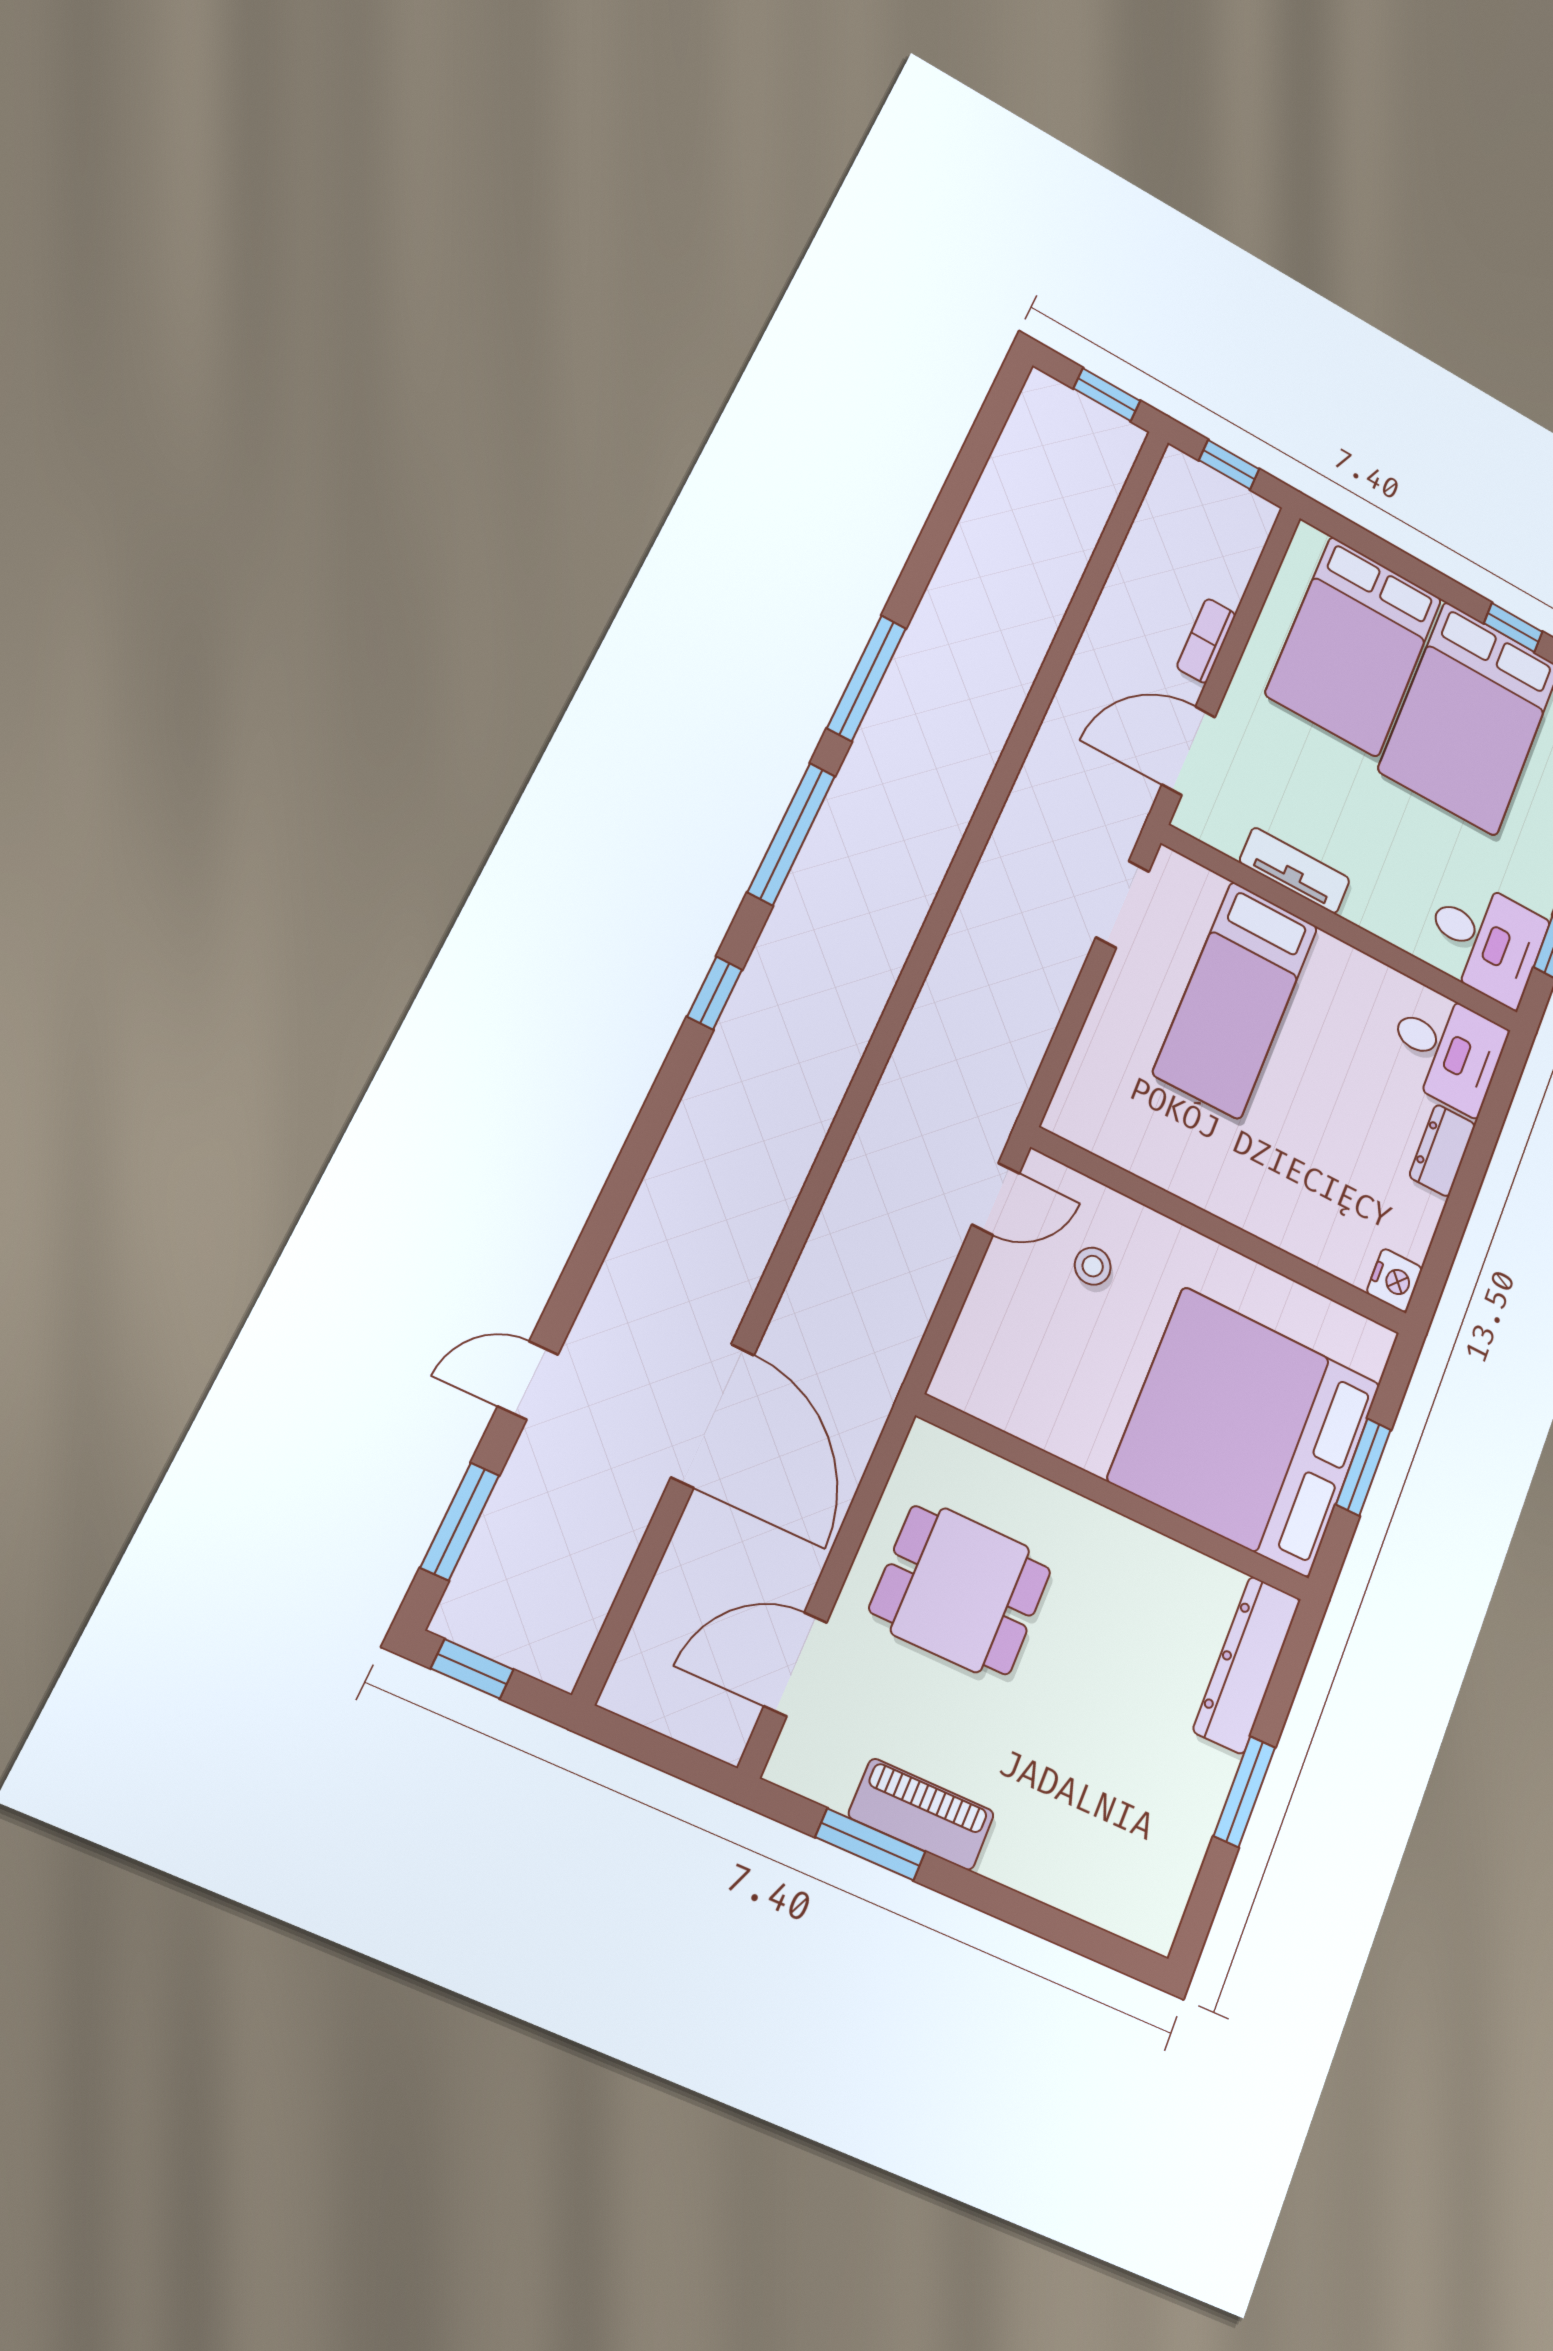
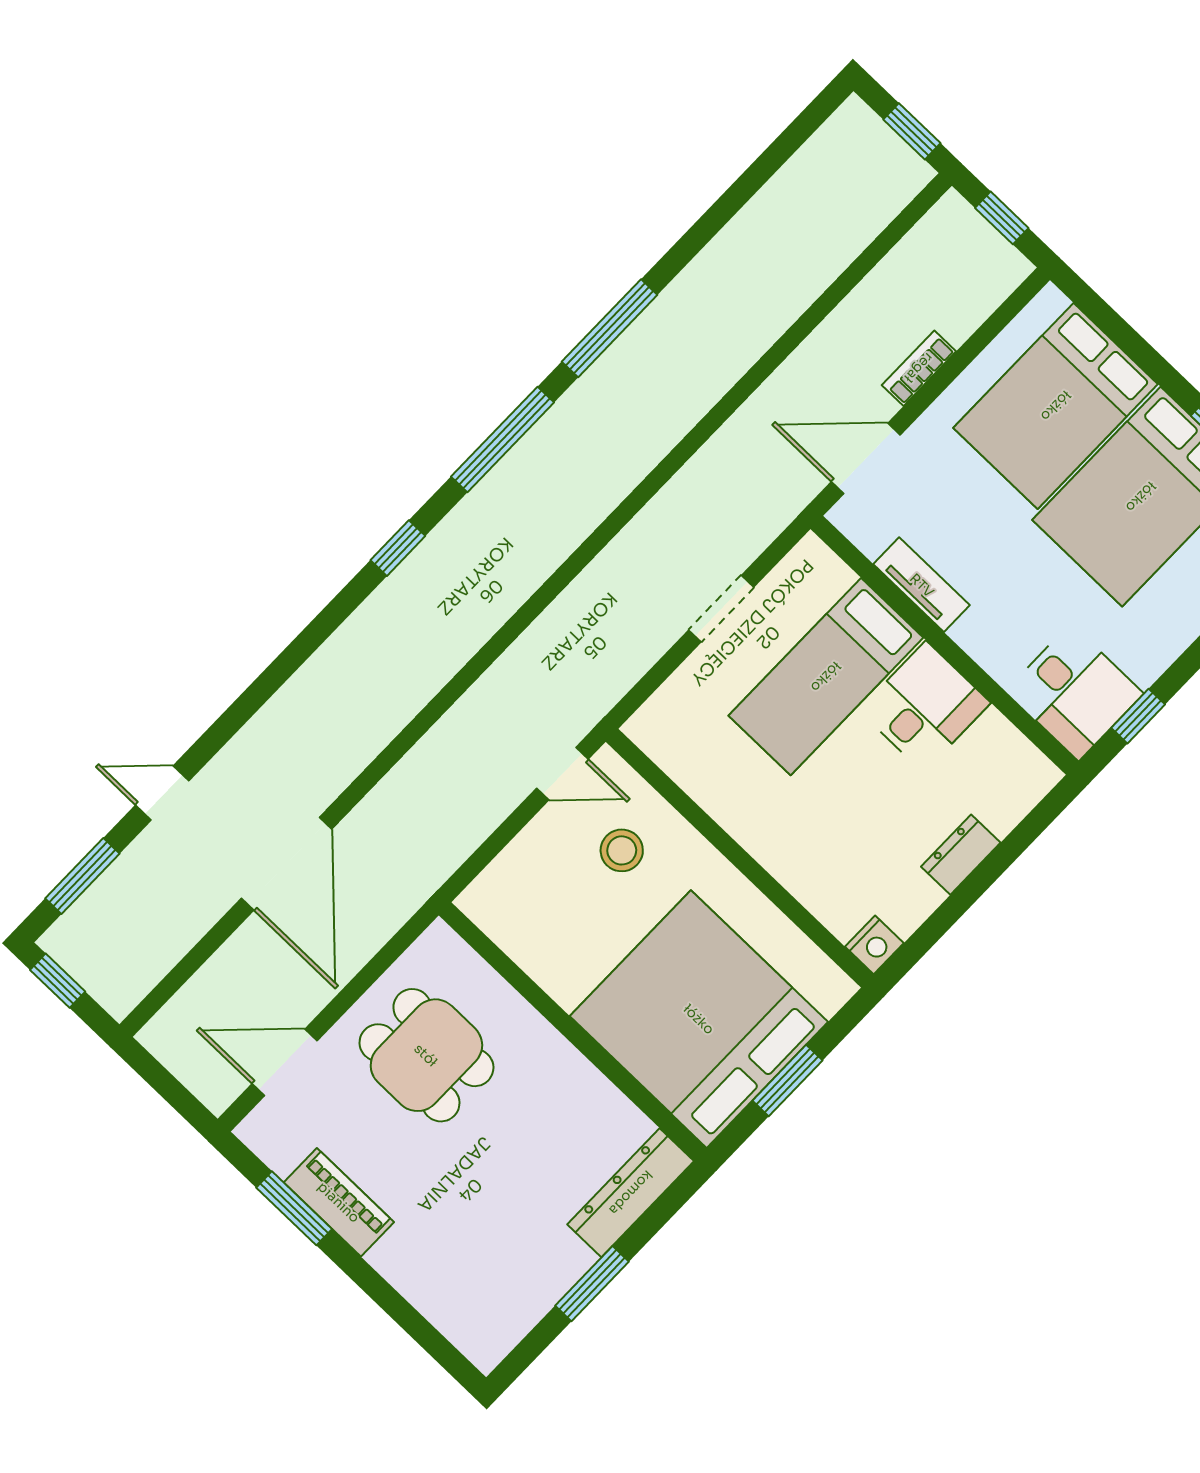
doorway: (1123, 904) -> (721, 609), moved
desk: (1447, 1050) -> (925, 707), moved, turned -90
stool: (1093, 1266) -> (622, 850), width x1.37, depth x1.37

